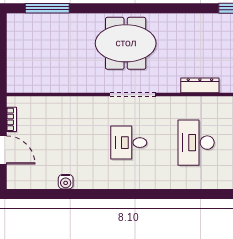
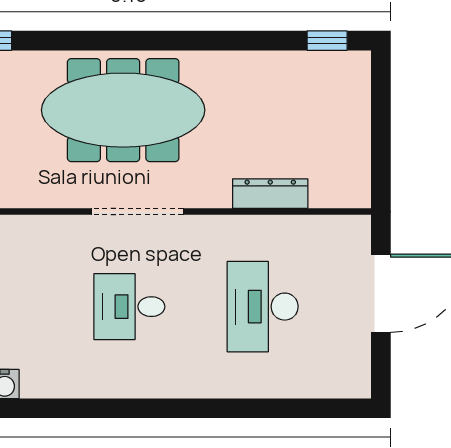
meeting table: (126, 43) -> (123, 110), width x1.36

